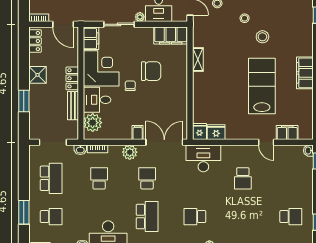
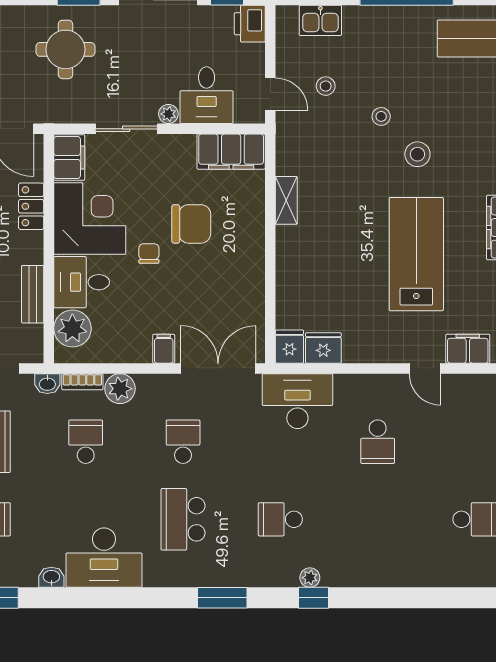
locker: (72, 78) -> (31, 206), moved
plant: (130, 152) -> (120, 389), moved
school desk: (147, 217) -> (183, 519), turned 180

